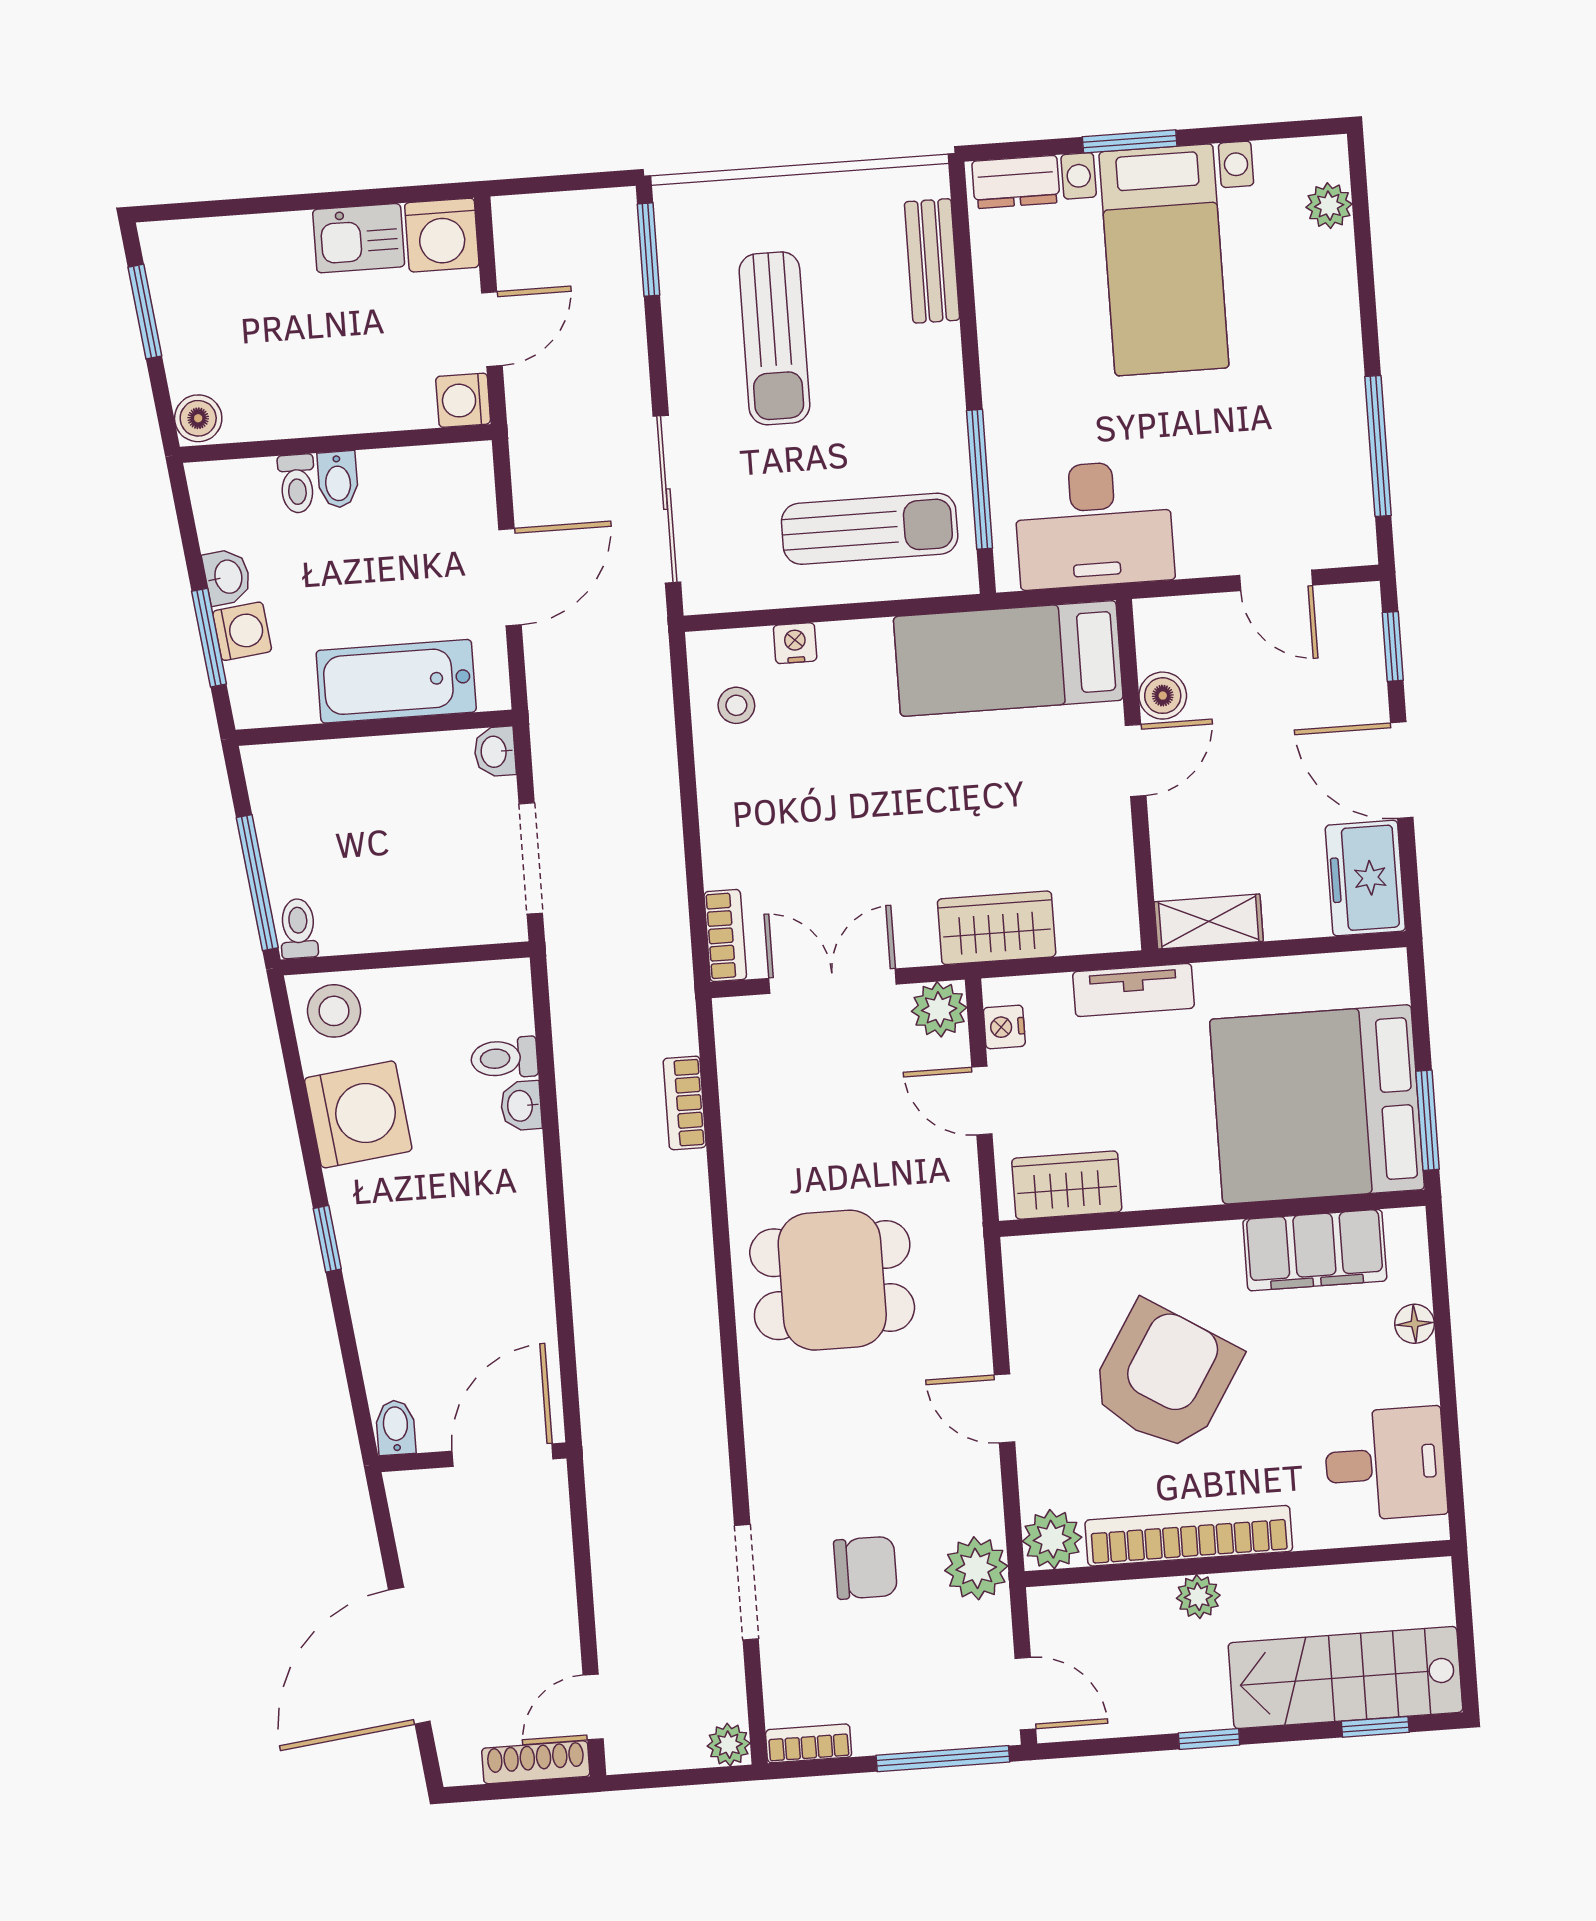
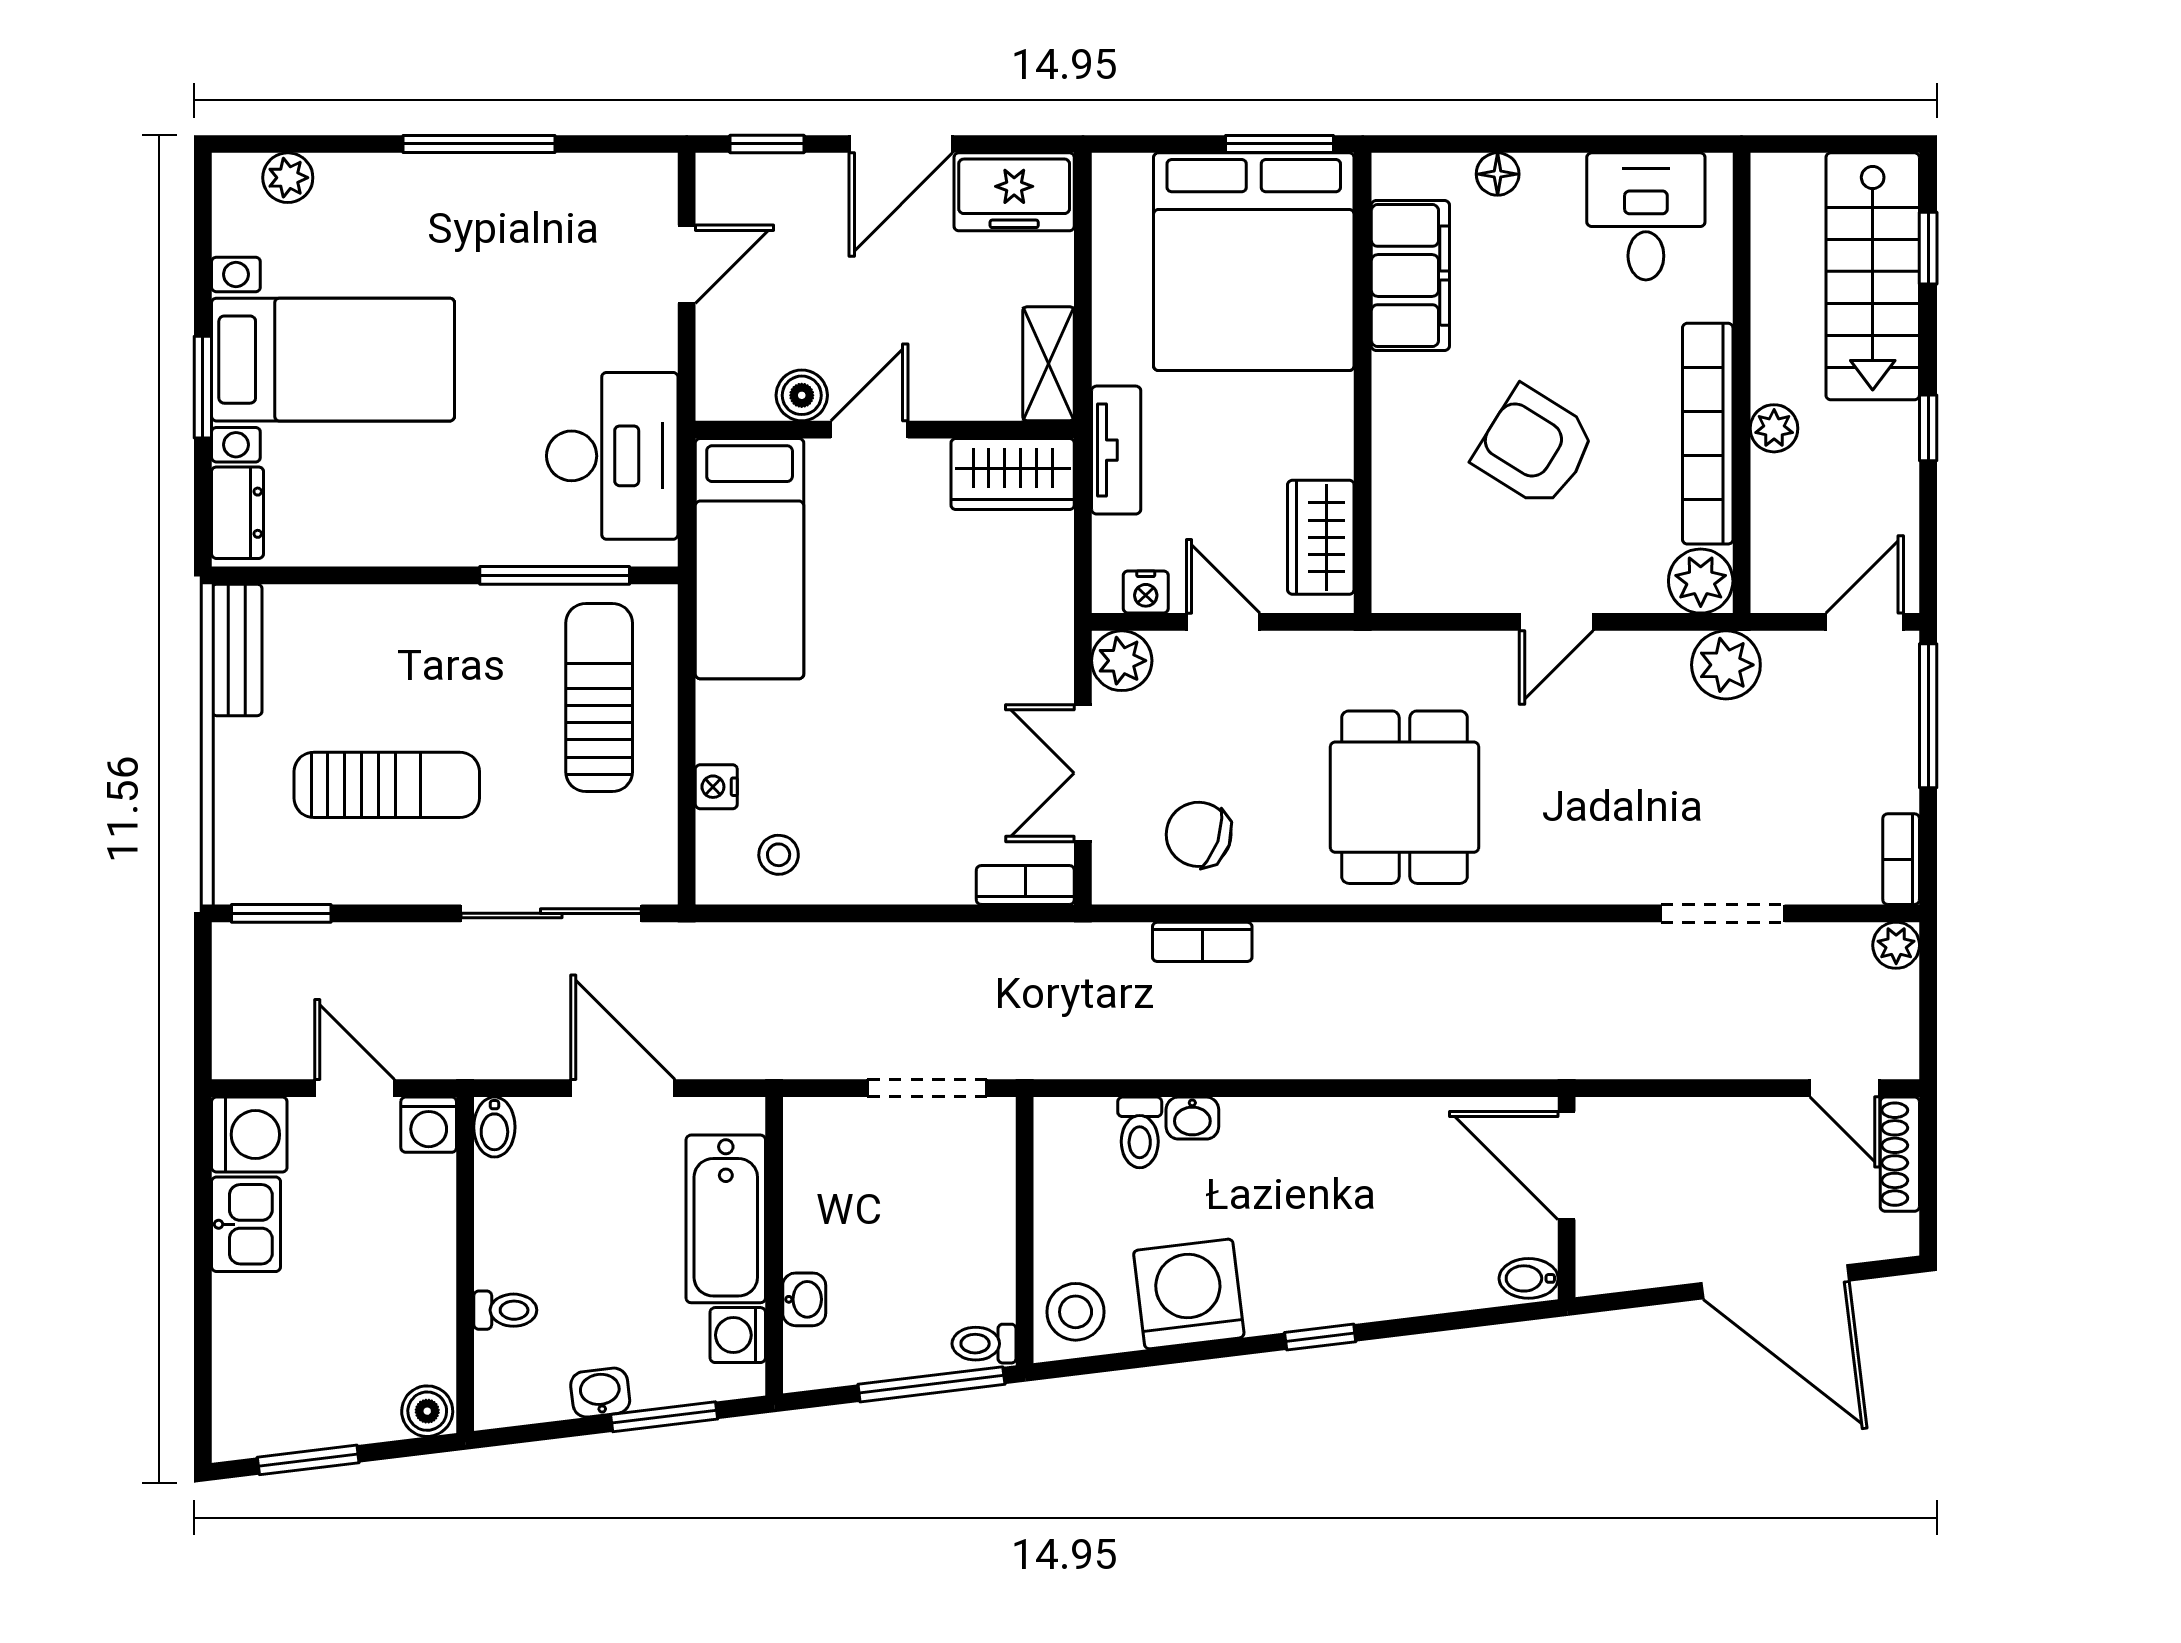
bench: (932, 261) -> (237, 650), moved, turned 90
window: (1378, 446) -> (479, 144), moved
bidet: (338, 479) -> (494, 1127), moved, turned 90
washing machine: (242, 631) -> (738, 1335), moved, turned -83
washbasin: (495, 752) -> (804, 1299), moved, turned -90
door: (1136, 760) -> (869, 430), hinge flipped
wardrobe: (997, 928) -> (1013, 474), moved, turned -90
door: (982, 1101) -> (1223, 622), swing flipped
armchair: (1165, 1377) -> (1535, 447), width x0.73, depth x0.73
chair: (865, 1568) -> (1199, 834), moved, turned -71

